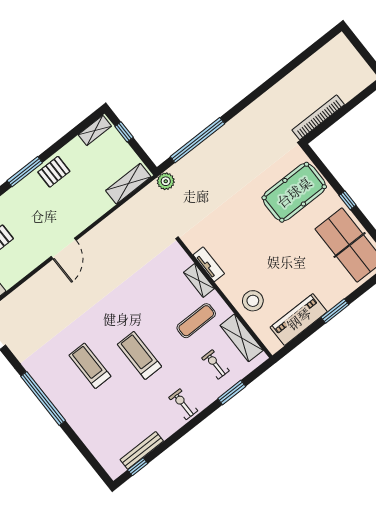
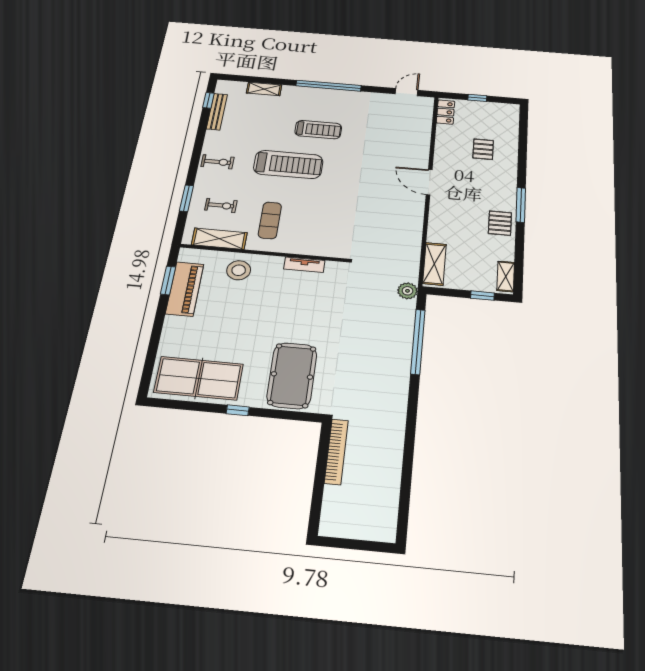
shelving: (199, 280) -> (264, 89), moved
window: (335, 311) -> (168, 280), moved
treadmill: (139, 355) -> (288, 164), width x1.37, depth x1.38

